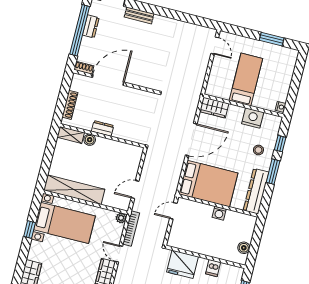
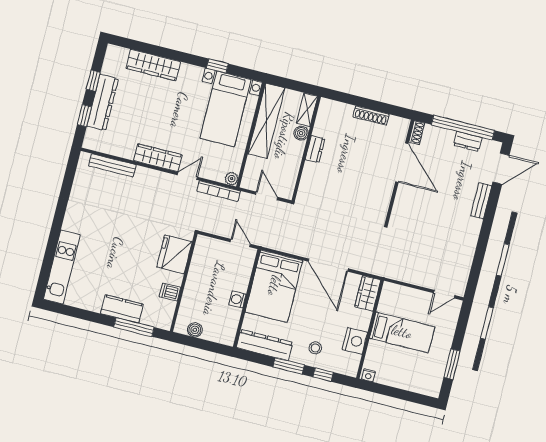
dresser: (103, 128) -> (315, 149), moved
shelving: (71, 135) -> (307, 110), moved
wall: (102, 136) -> (306, 149), moved
boiler: (90, 140) -> (301, 133), moved

